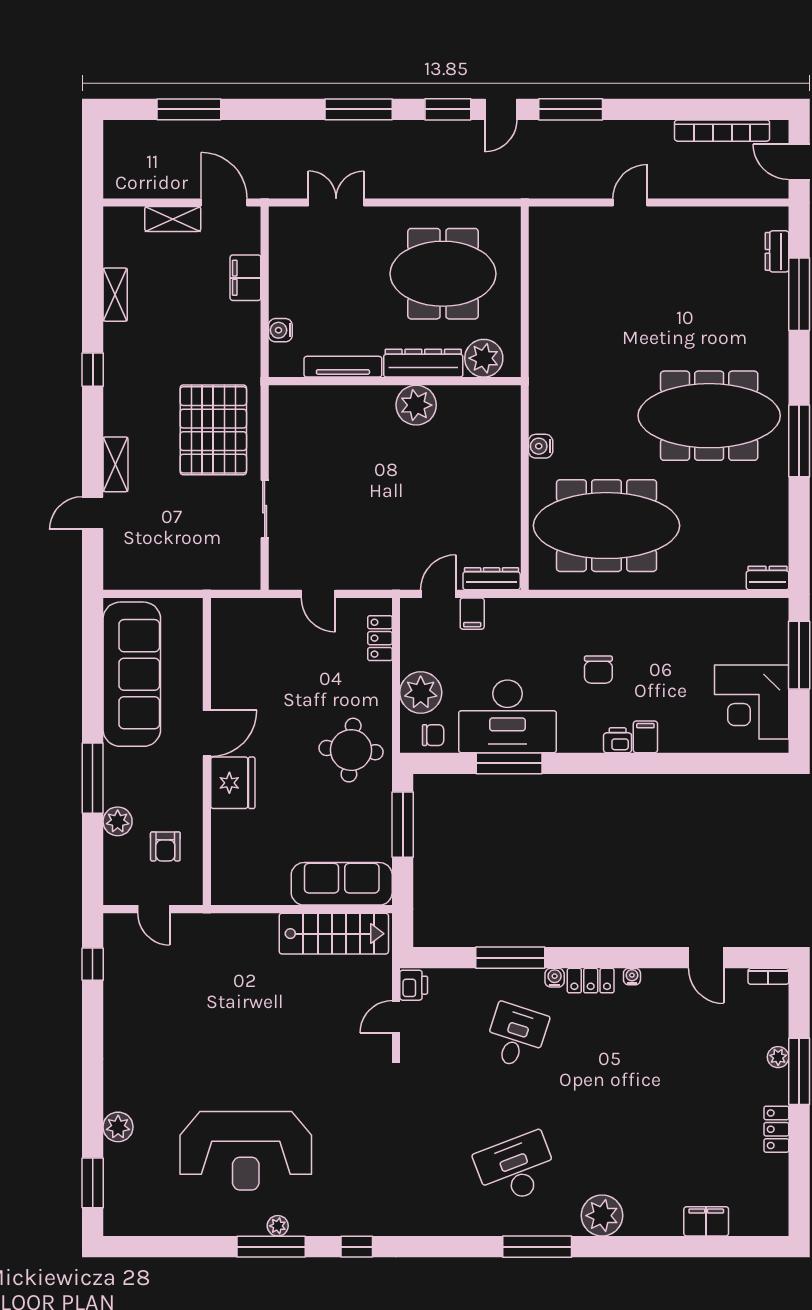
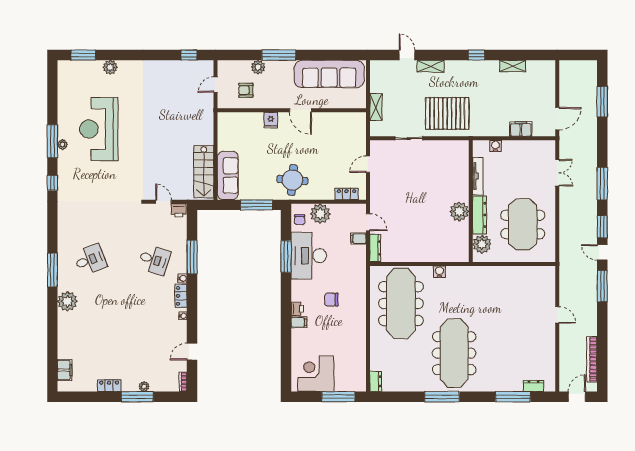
shelving: (173, 219) -> (376, 107), moved
fridge: (233, 783) -> (271, 120), width x0.53, depth x0.75
desk: (516, 1168) -> (90, 260), width x0.73
filing cabinet: (706, 1221) -> (65, 370), moved

